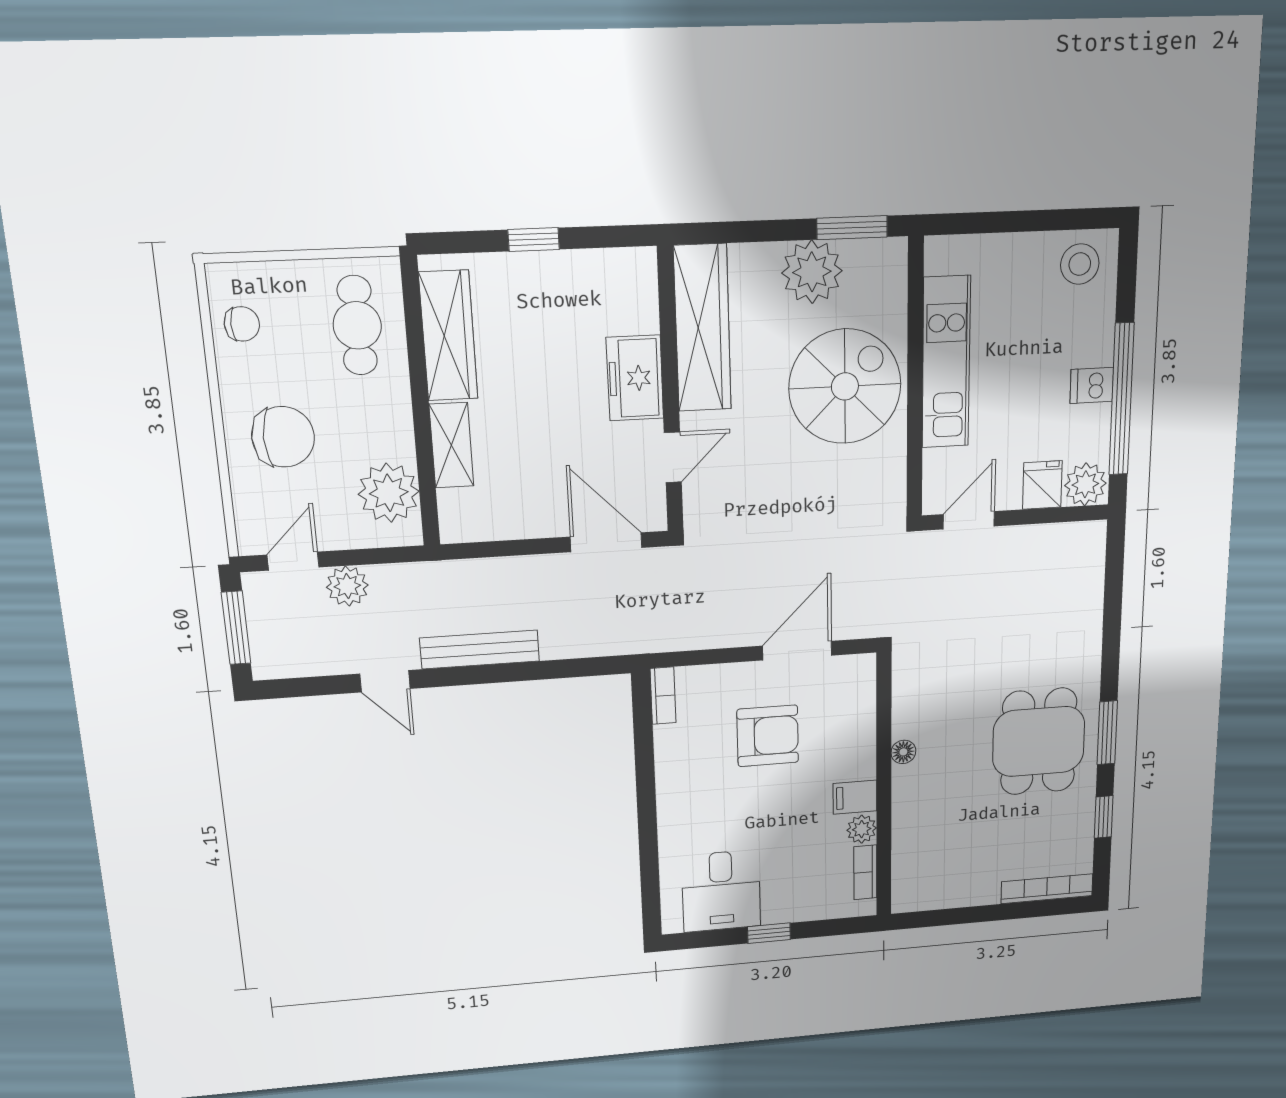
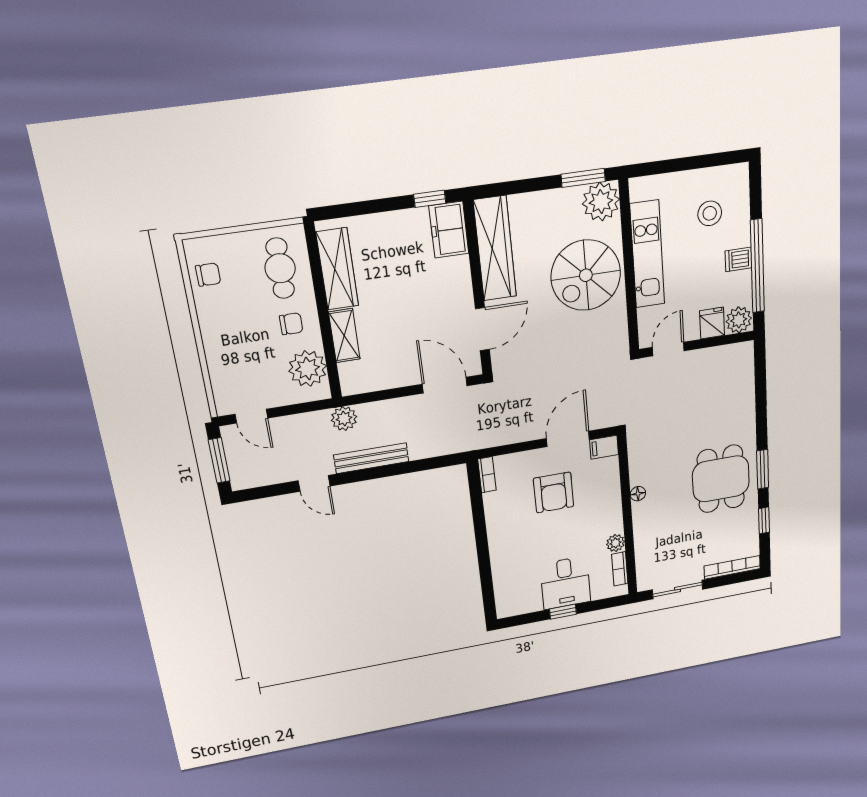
window: (534, 239) -> (430, 199), moved
stool: (1080, 264) -> (710, 213), moved
plant: (812, 272) -> (601, 202), moved
freezer: (635, 378) -> (449, 230), moved
spiral stairs: (845, 386) -> (586, 275), turned 180
chair: (283, 437) -> (291, 324), moved, width x0.54, depth x0.54
door: (673, 457) -> (482, 329), width x1.38
door: (293, 561) -> (251, 416), swing flipped
plant: (347, 586) -> (344, 419), moved
armchair: (768, 736) -> (554, 492), turned 90
filing cabinet: (855, 797) -> (604, 447), moved
desk: (721, 891) -> (565, 583), moved
sliding door: (956, 916) -> (678, 589), added

